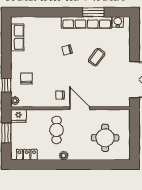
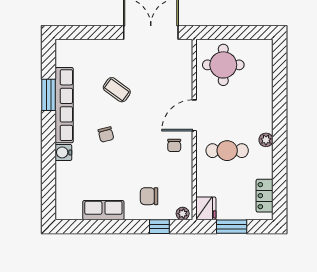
water cooler: (118, 22) -> (63, 152), moved
row of seats: (17, 37) -> (103, 210), moved
round table: (105, 138) -> (223, 65), moved

